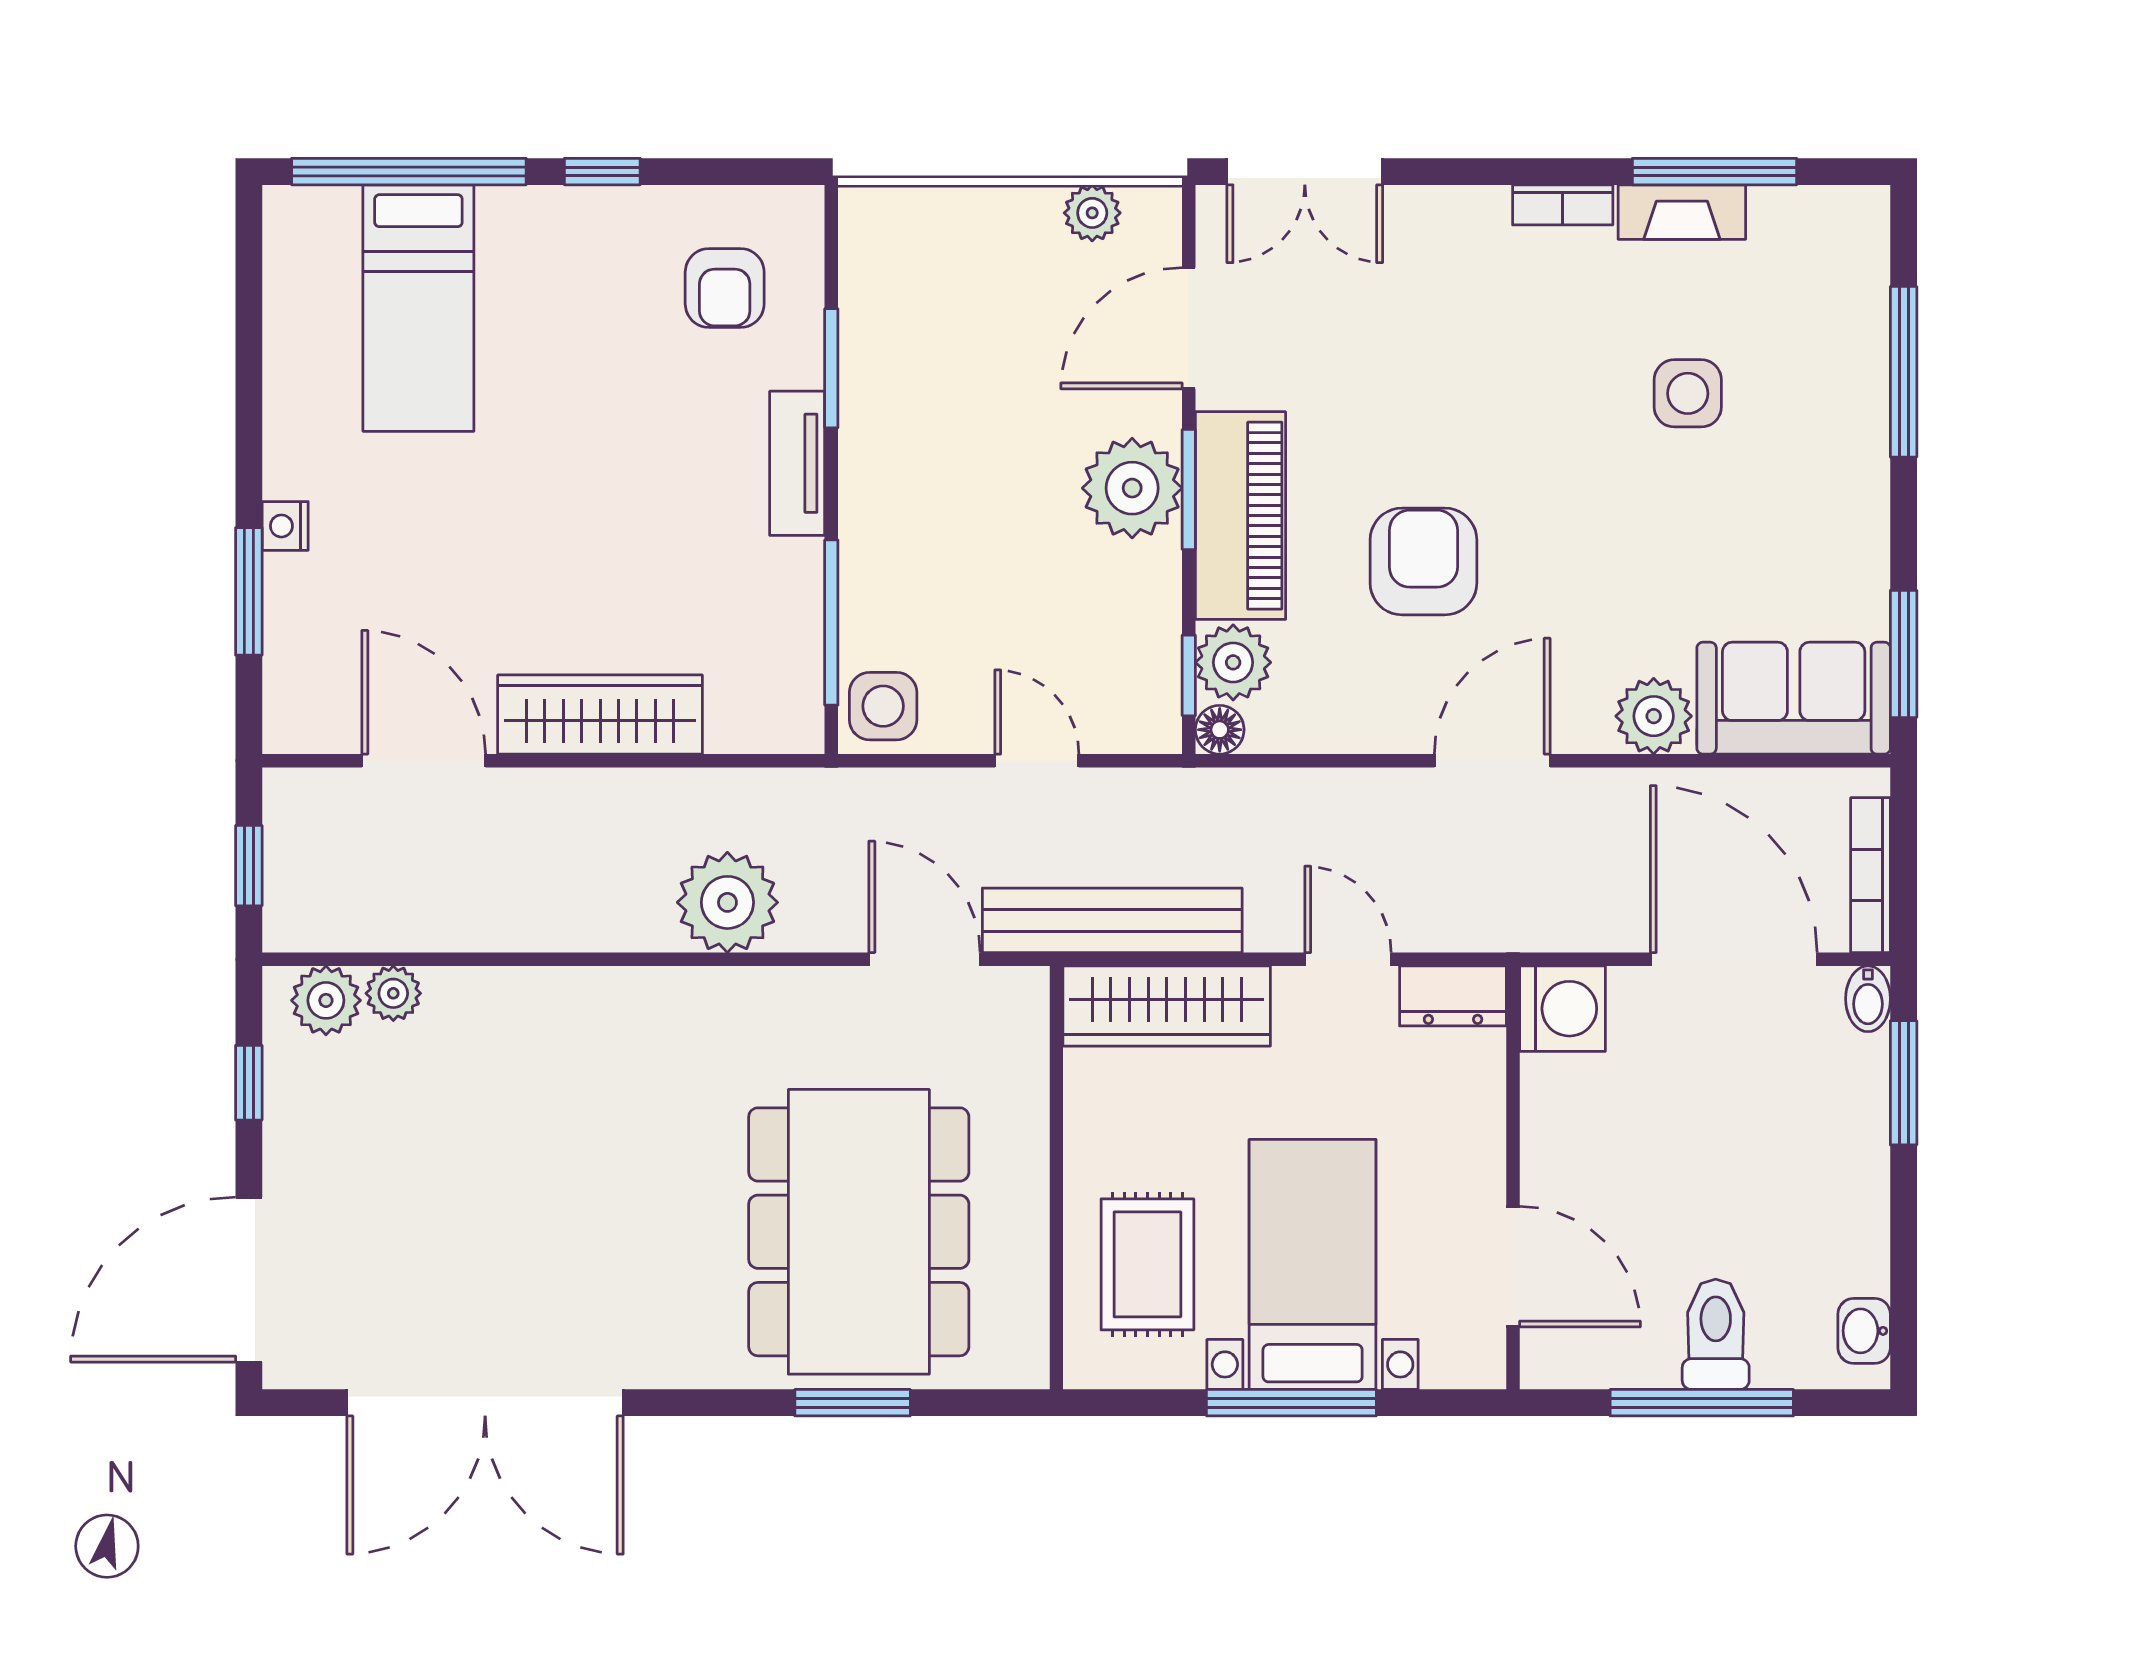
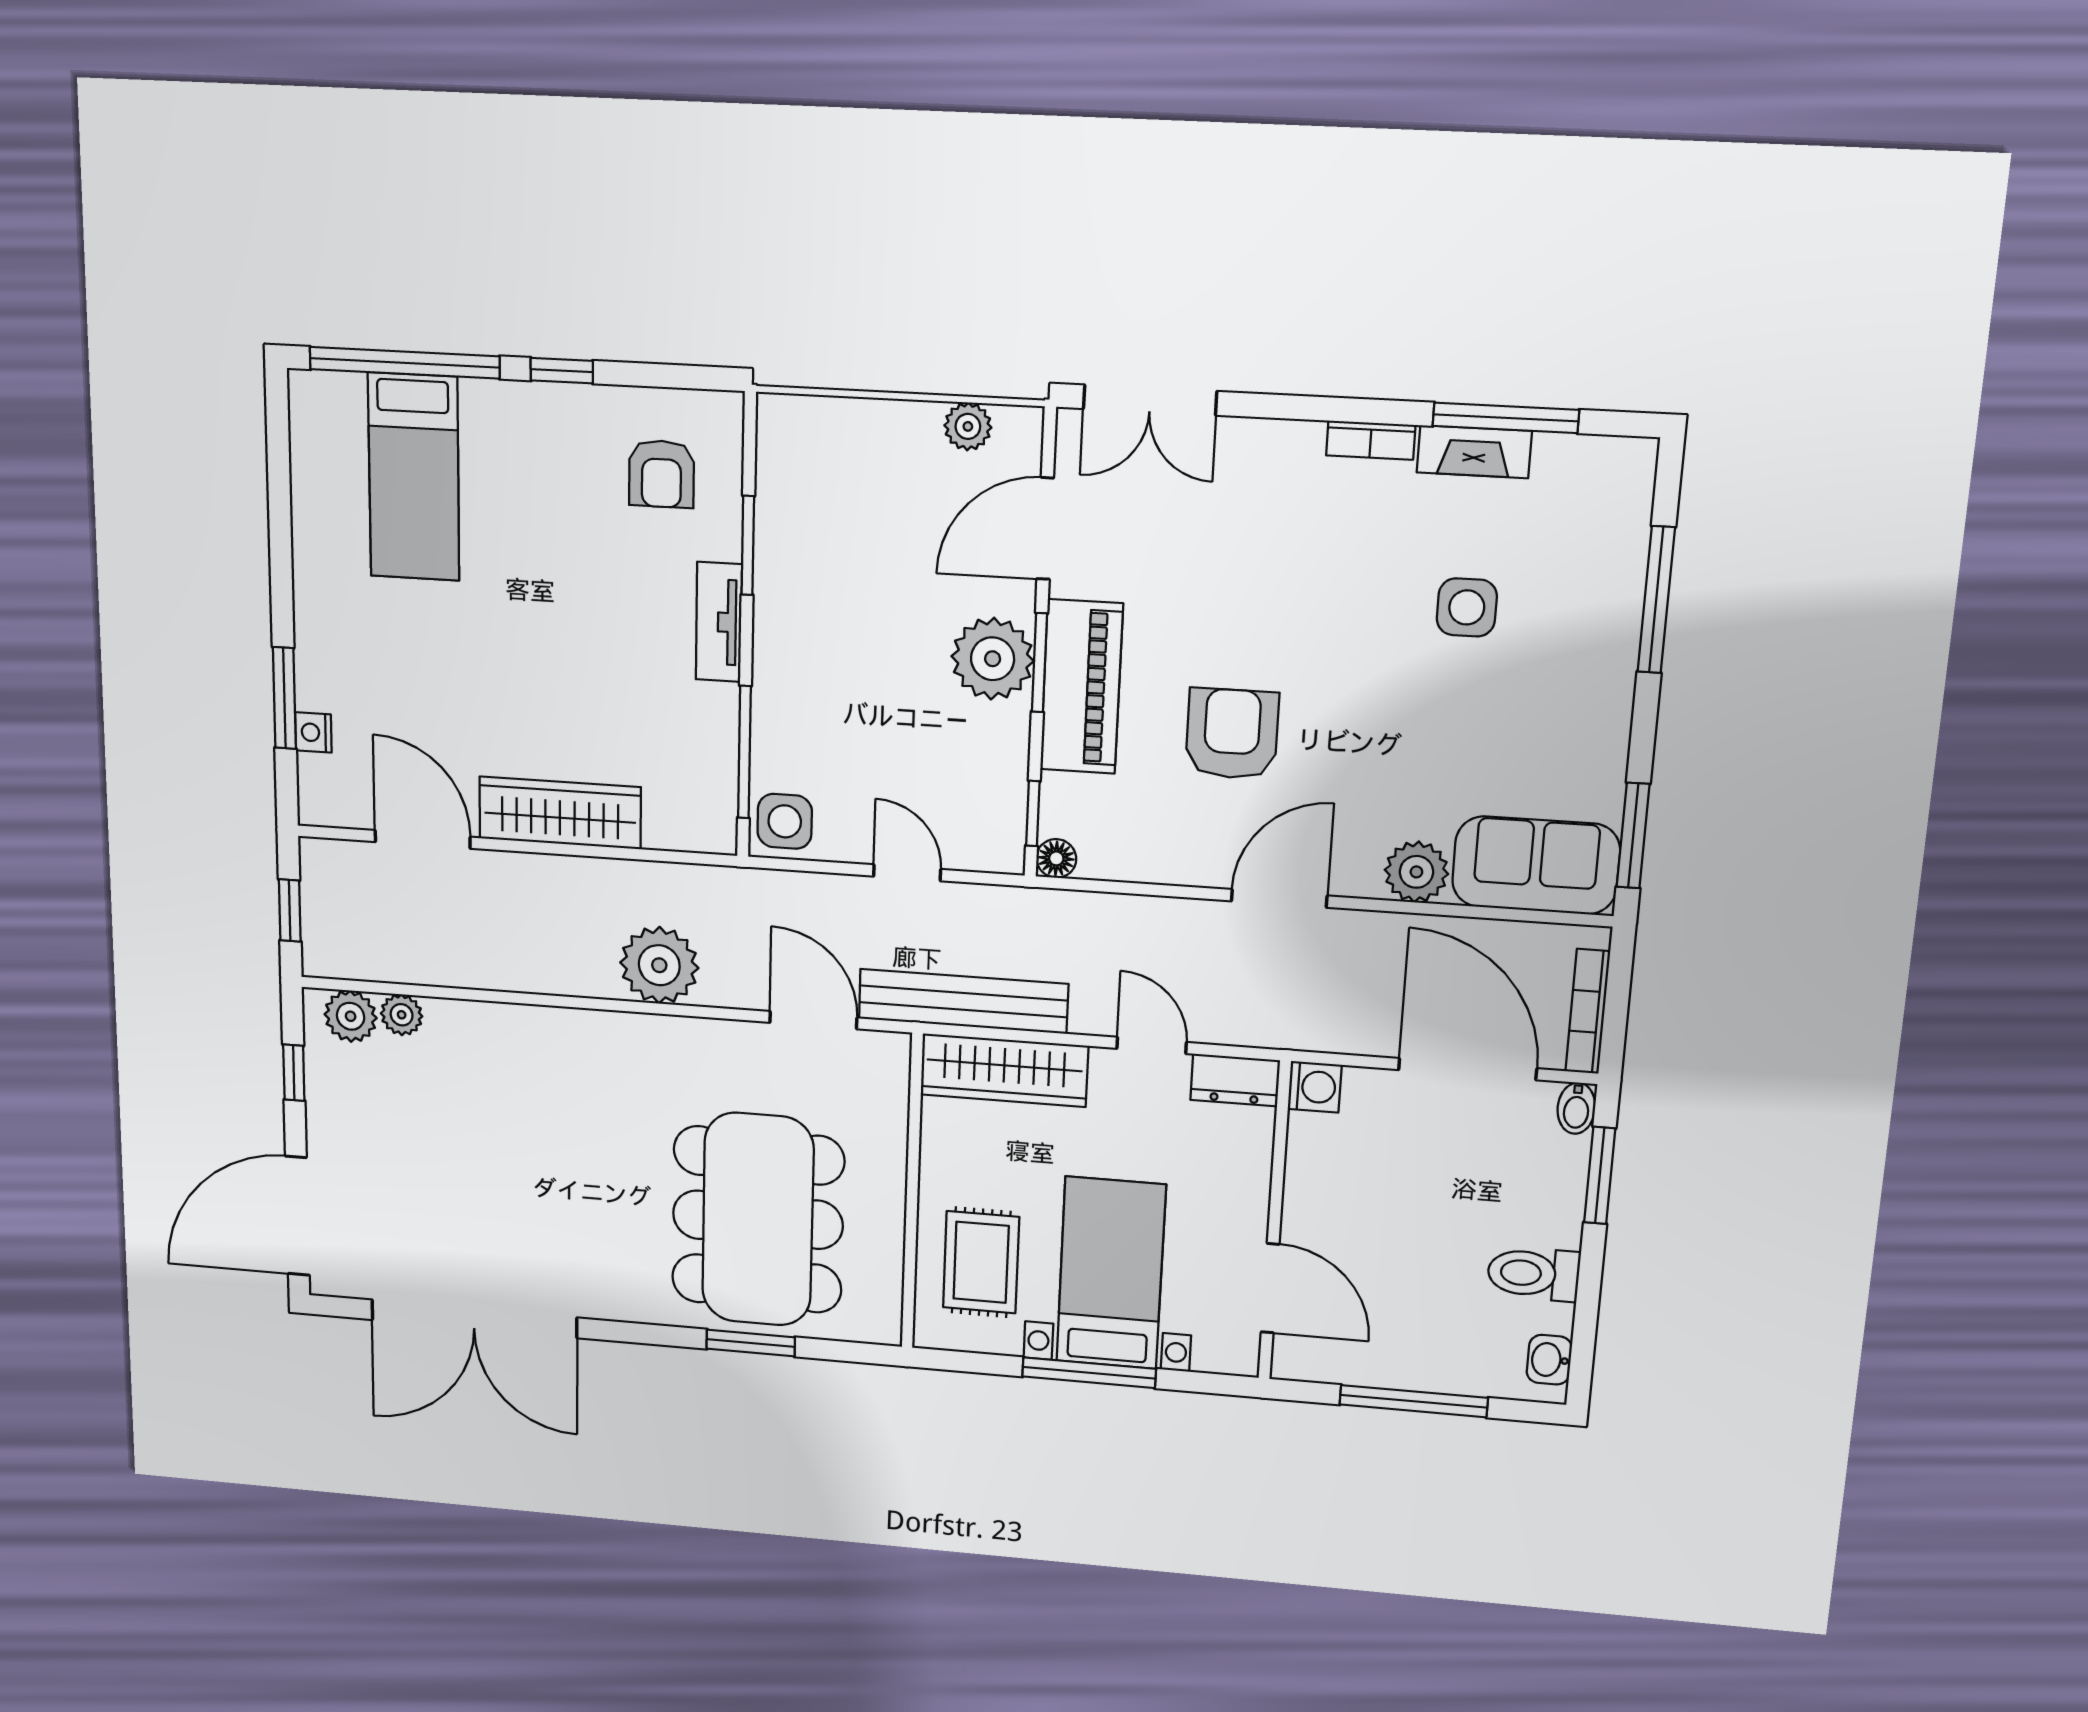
nightstand: (285, 526) -> (313, 732), moved
plant: (1233, 662) -> (1070, 805), removed
washing machine: (1562, 1009) -> (1315, 1087), width x0.73, depth x0.73
toilet: (1716, 1334) -> (1534, 1274), moved, turned -90

